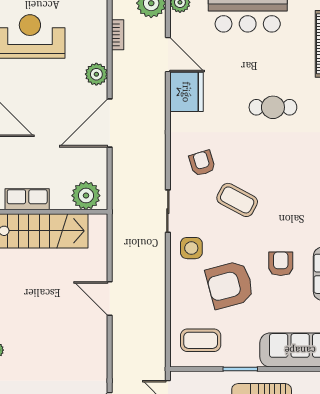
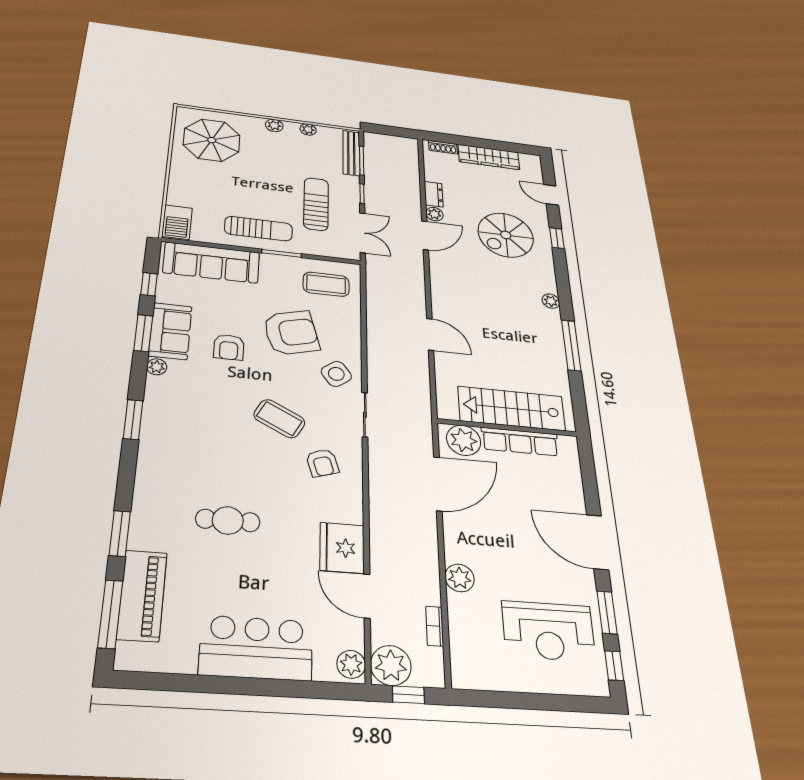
door: (110, 123) -> (438, 484), moved
row of seats: (27, 199) -> (520, 442), width x1.48
side table: (191, 248) -> (336, 374), turned -36

